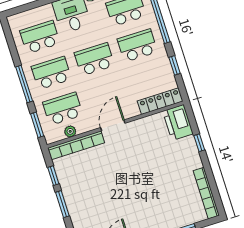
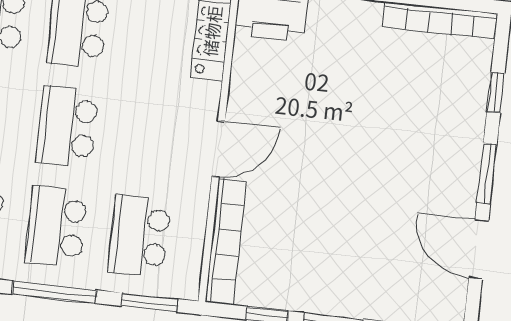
door: (113, 125) -> (218, 149), swing flipped
plant: (70, 131) -> (192, 241), removed

